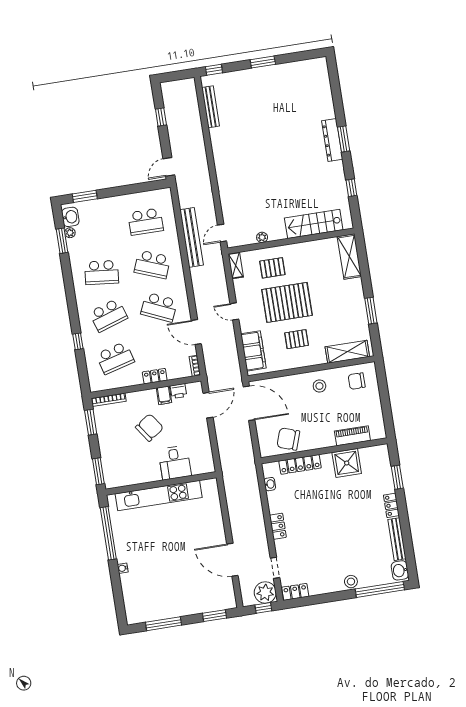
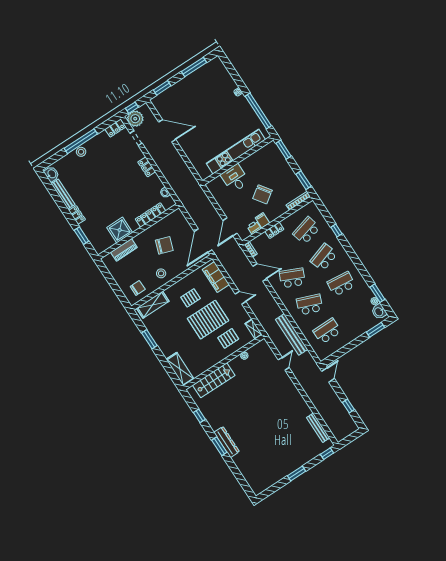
door: (222, 233) -> (284, 364), moved
door: (249, 403) -> (203, 241), hinge flipped
chair: (288, 439) -> (164, 245), moved
window: (380, 589) -> (81, 141), moved

